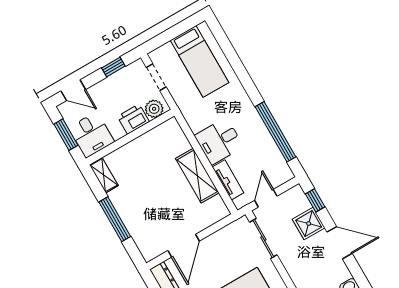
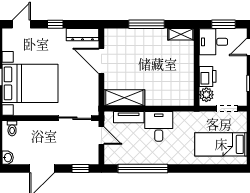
shelving: (197, 176) -> (124, 98), moved
shower: (309, 224) -> (67, 155), removed

